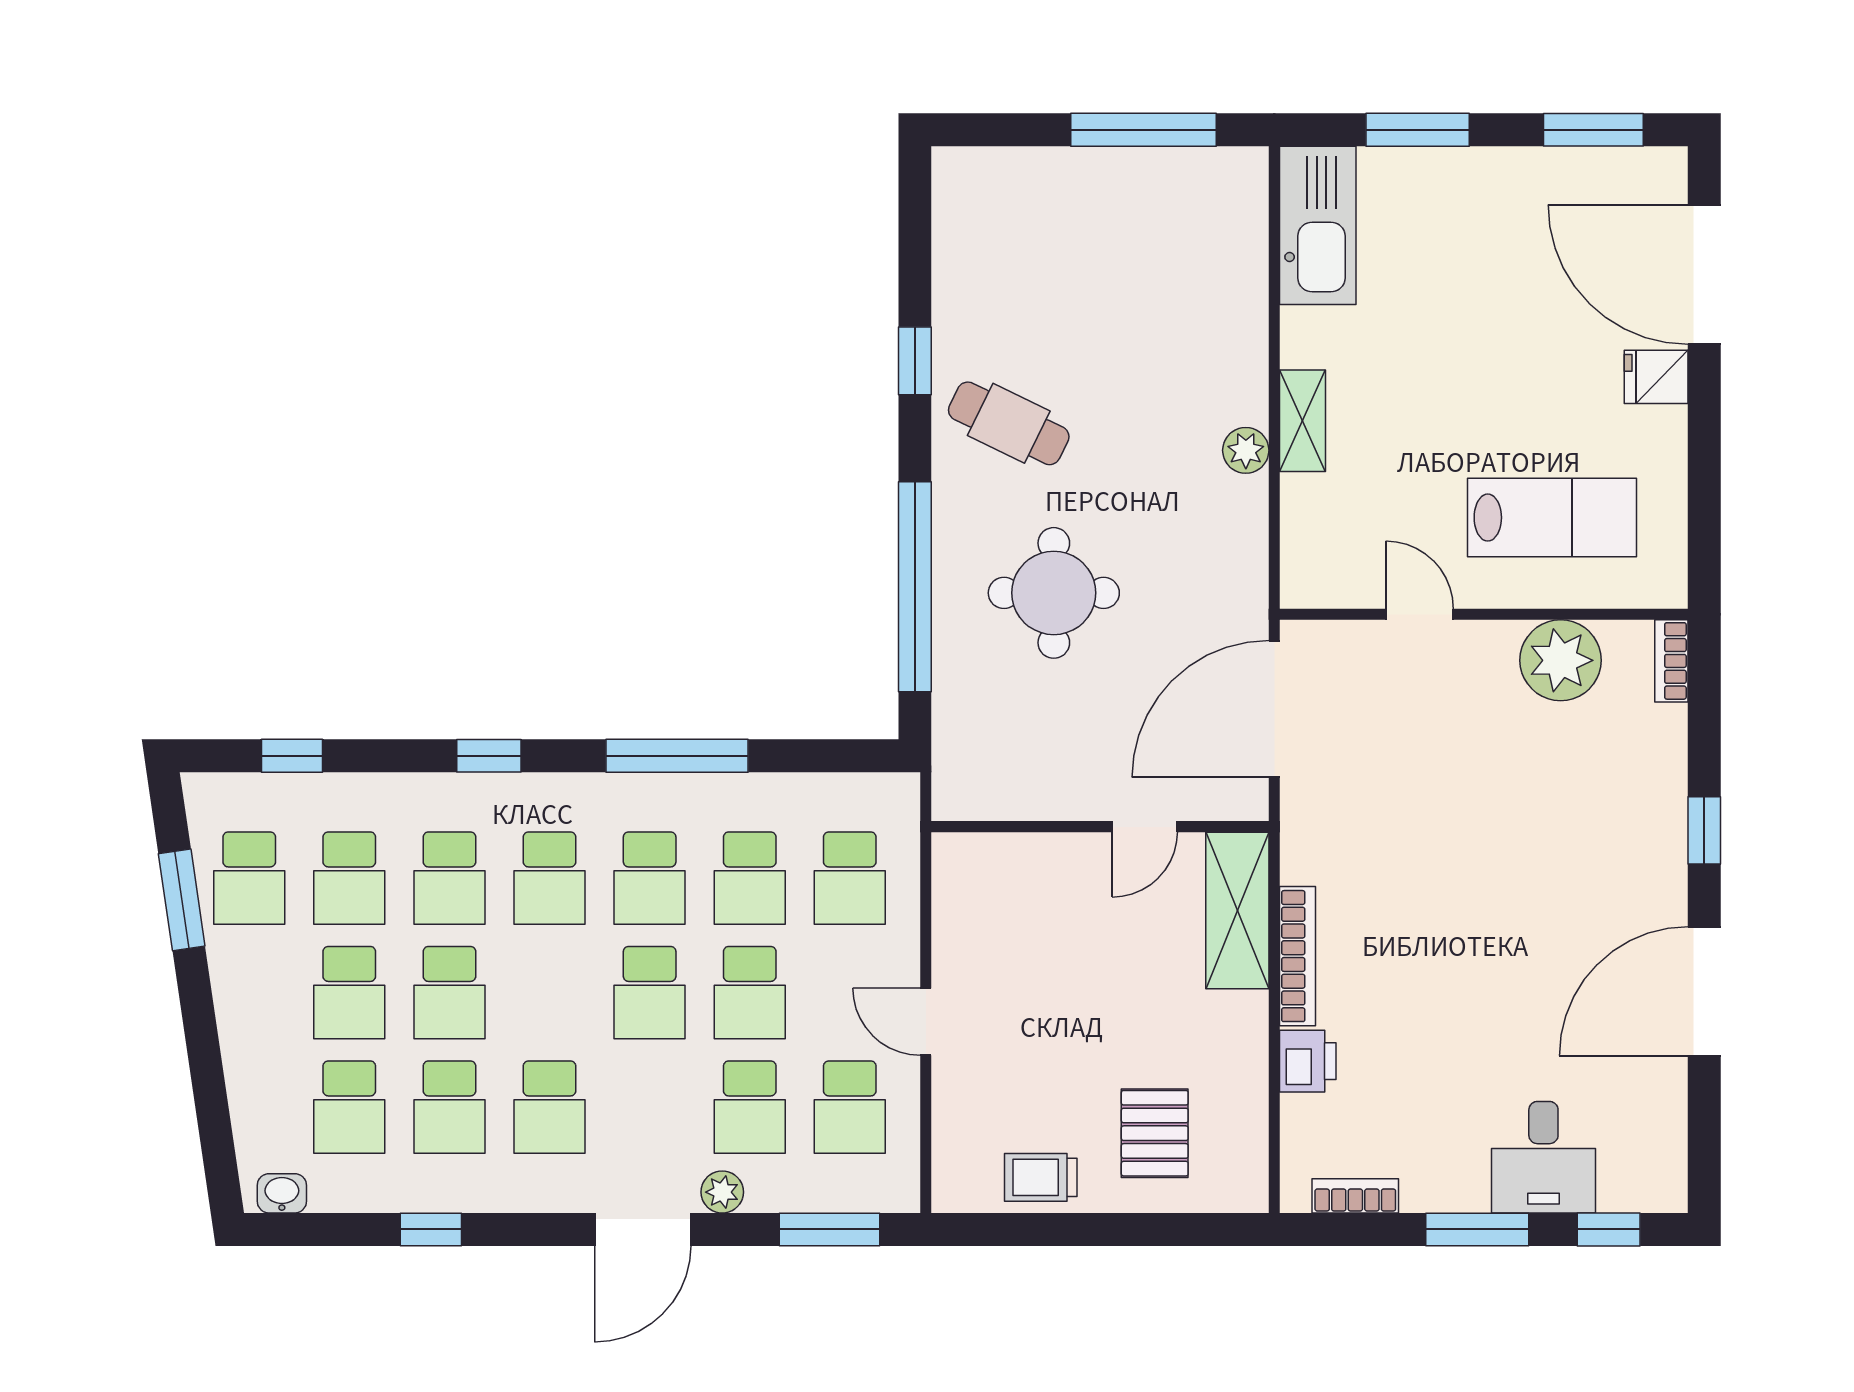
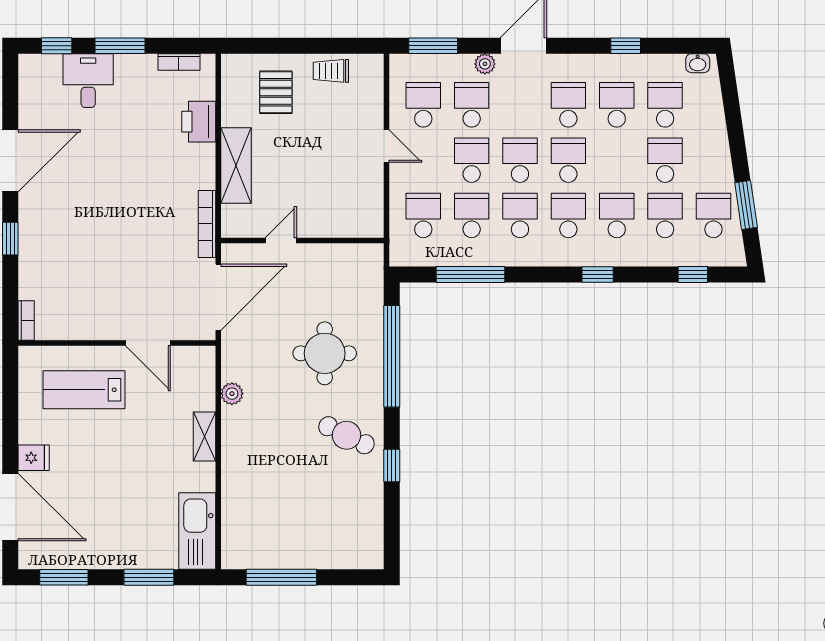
plant: (1246, 450) -> (232, 394), moved
door: (1420, 614) -> (148, 343), width x1.38
plant: (1561, 660) -> (80, 321), removed
window: (677, 756) -> (471, 275), moved
shelving: (1237, 910) -> (236, 166), moved
bookcase: (1298, 956) -> (207, 224), moved
school desk: (449, 993) -> (568, 160), moved
printer: (1308, 1061) -> (199, 122), width x1.36, depth x1.24
trolley: (1041, 1177) -> (331, 71), turned 180

